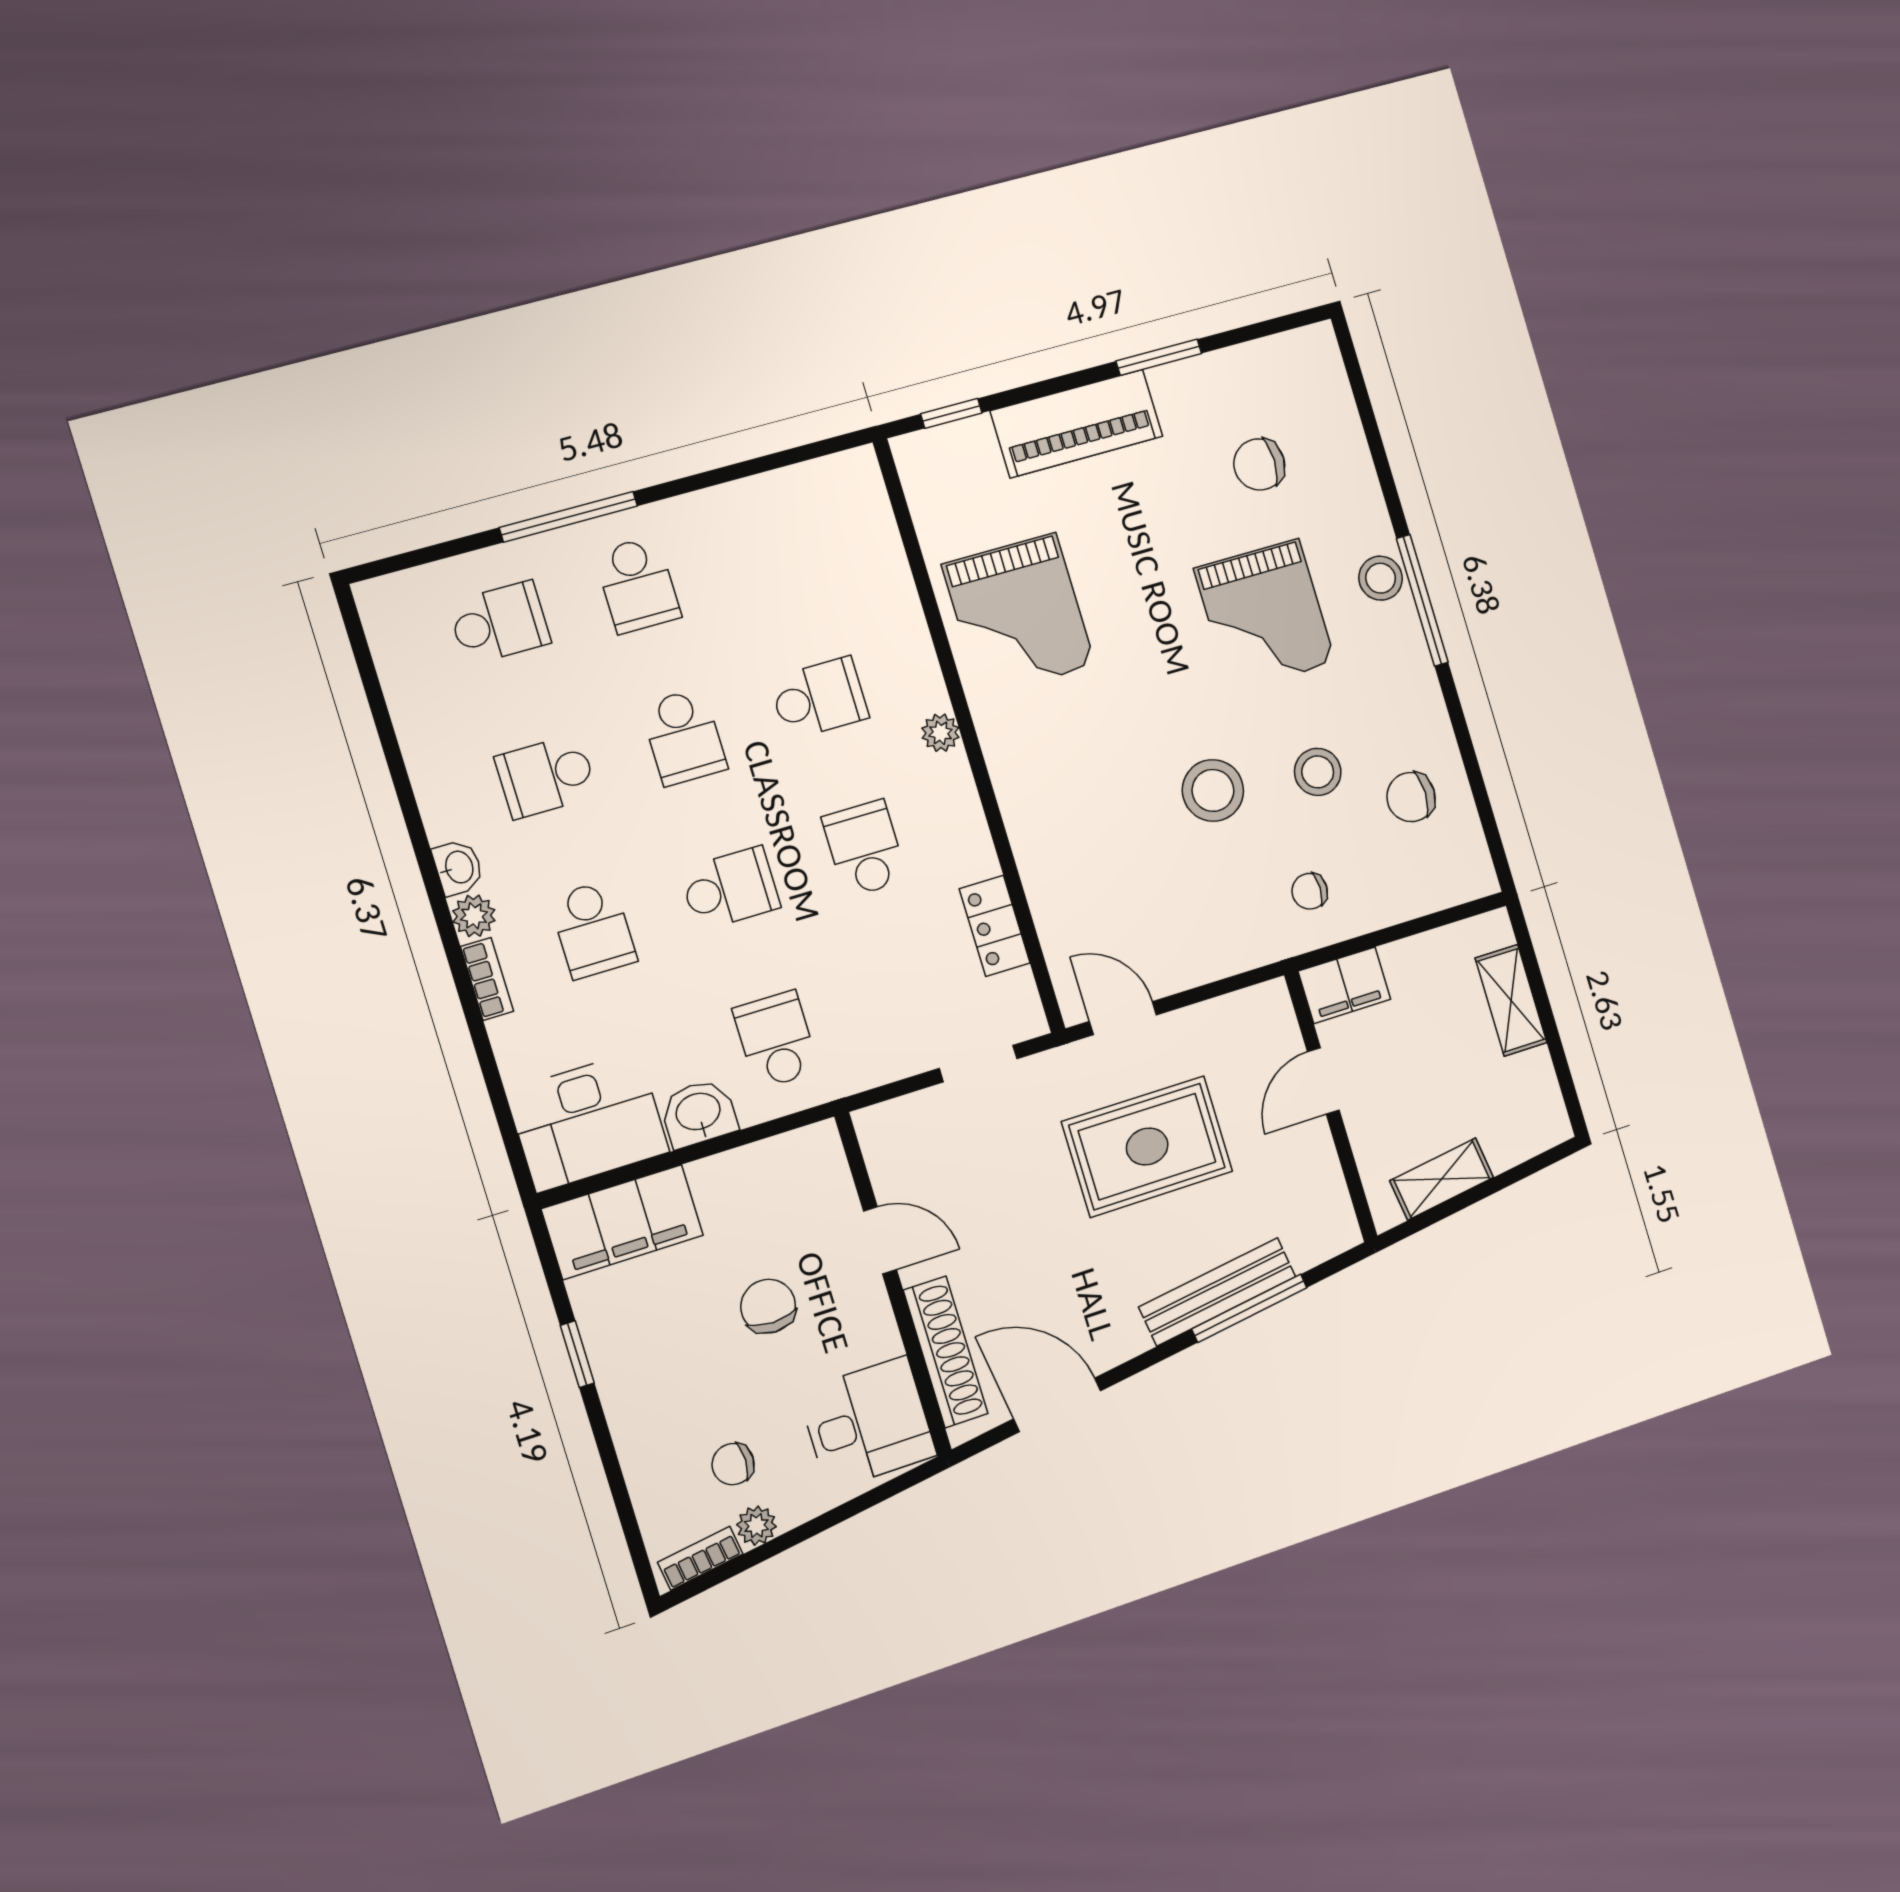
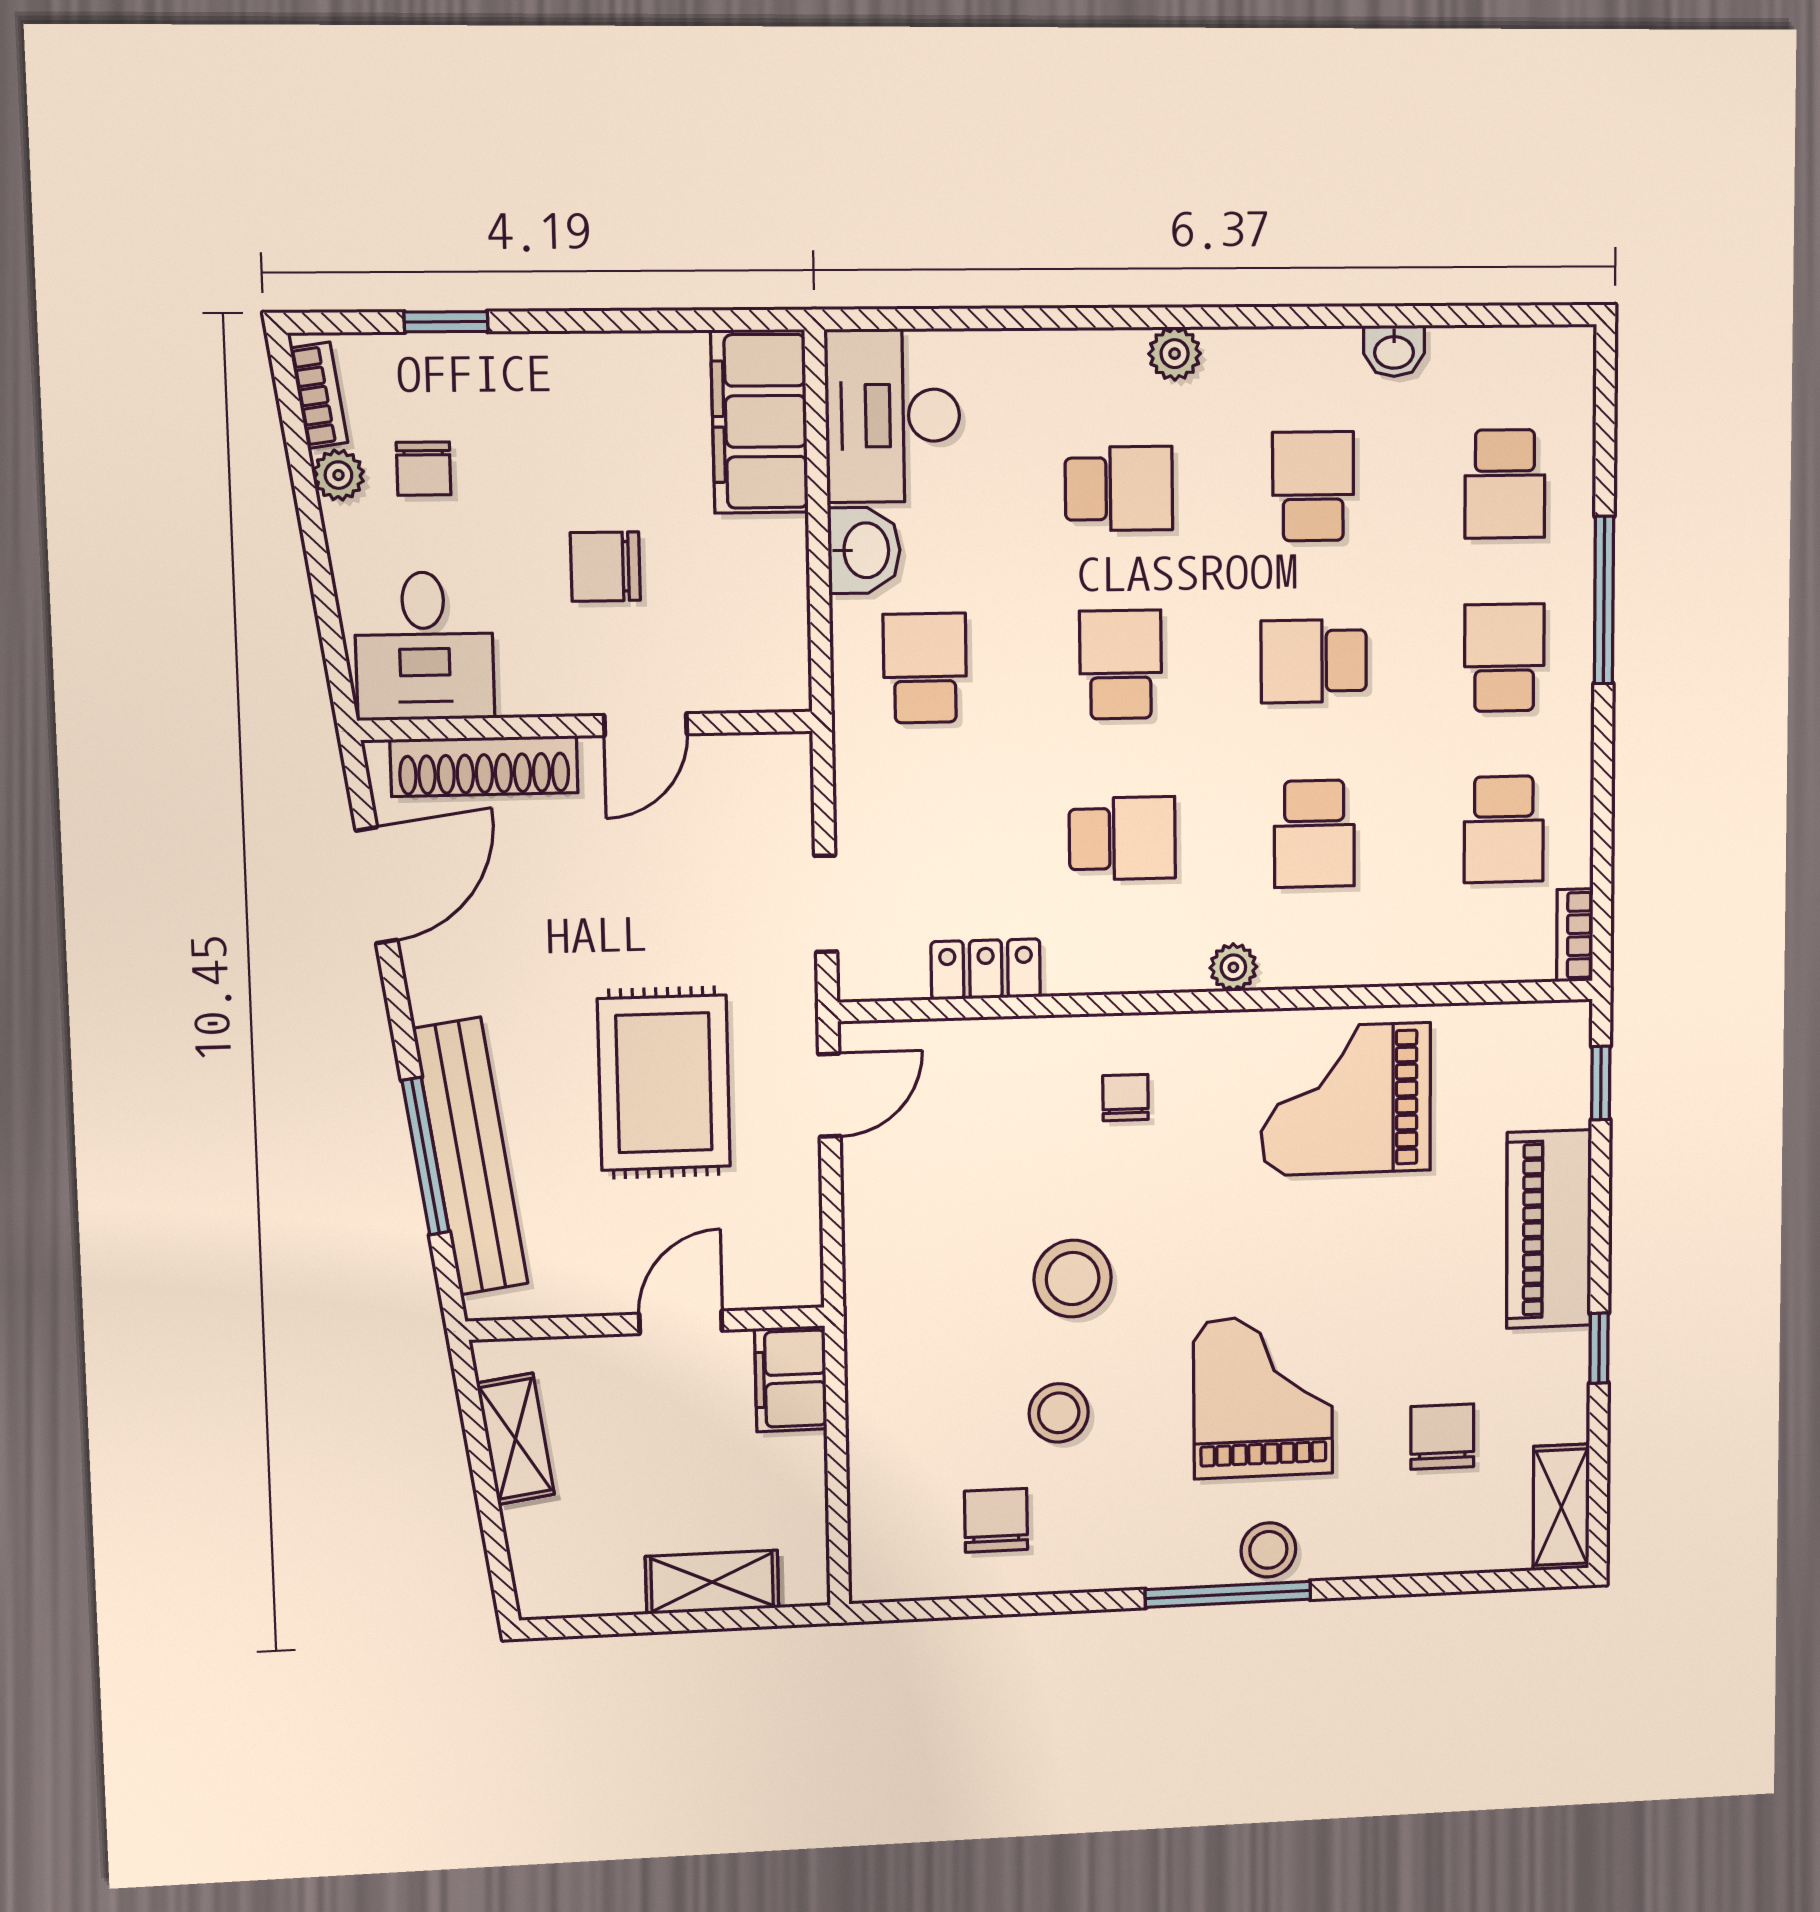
shelving: (1290, 354) -> (1561, 1507), added
window: (1159, 357) -> (1599, 1348), width x0.67
school desk: (773, 547) -> (1504, 829), added
school desk: (637, 585) -> (1504, 658), turned 90
grand piano: (1265, 615) -> (1263, 1397), turned 90
washbasin: (458, 867) -> (1394, 351), moved
school desk: (730, 889) -> (1121, 665), turned 180
chair: (1310, 891) -> (1125, 1098), moved
school desk: (593, 929) -> (1119, 489), turned 180
bookcase: (487, 979) -> (1575, 935), moved, turned 90
school desk: (776, 1040) -> (925, 668), turned -90
door: (1323, 1081) -> (681, 1322), hinge flipped
bench: (1217, 1292) -> (470, 1156), width x1.37, depth x1.21
chair: (768, 1306) -> (605, 567), turned 180
window: (577, 1354) -> (446, 322), moved
chair: (733, 1464) -> (424, 469), turned 180

